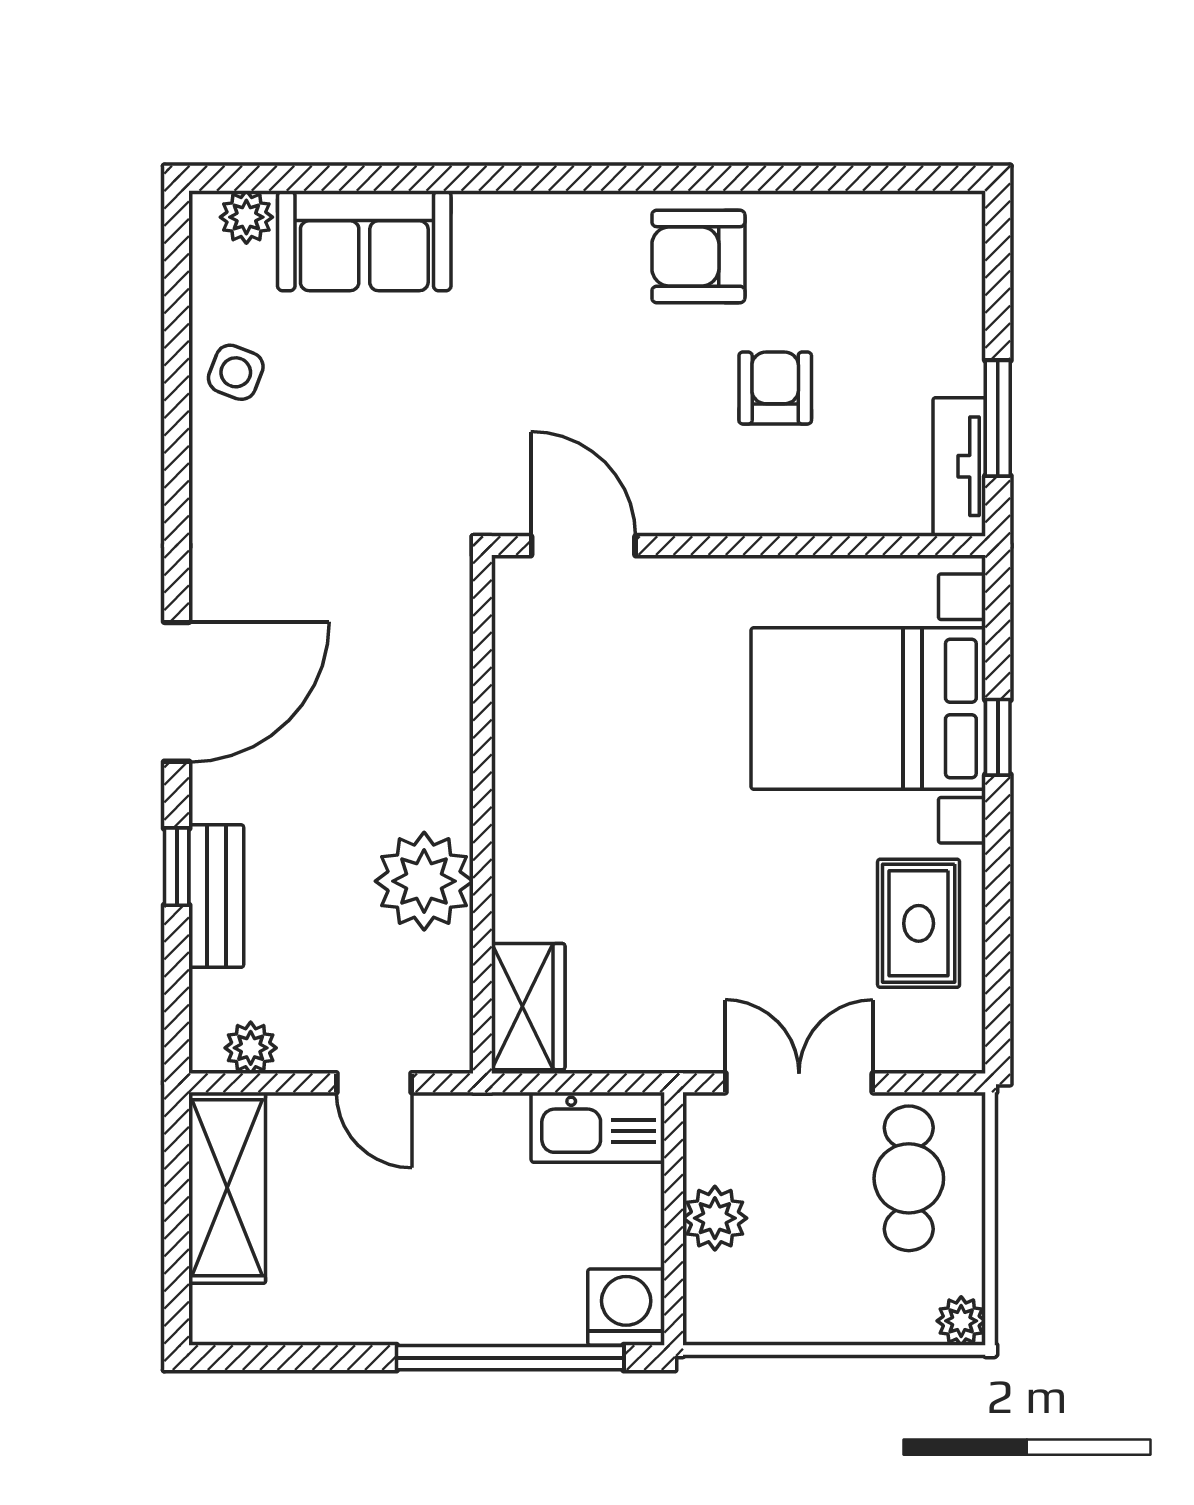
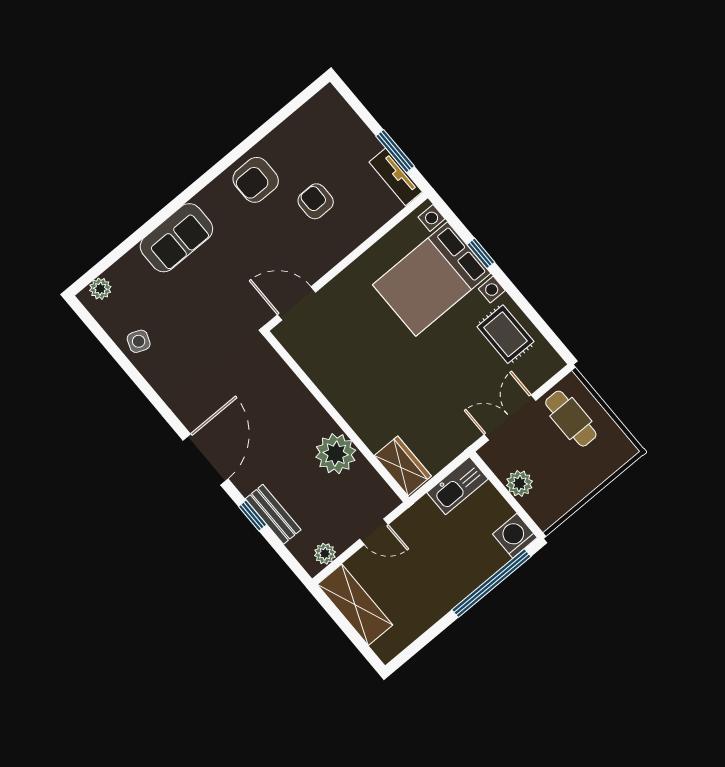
sofa: (364, 241) -> (176, 238), moved
plant: (961, 1321) -> (626, 450), removed

